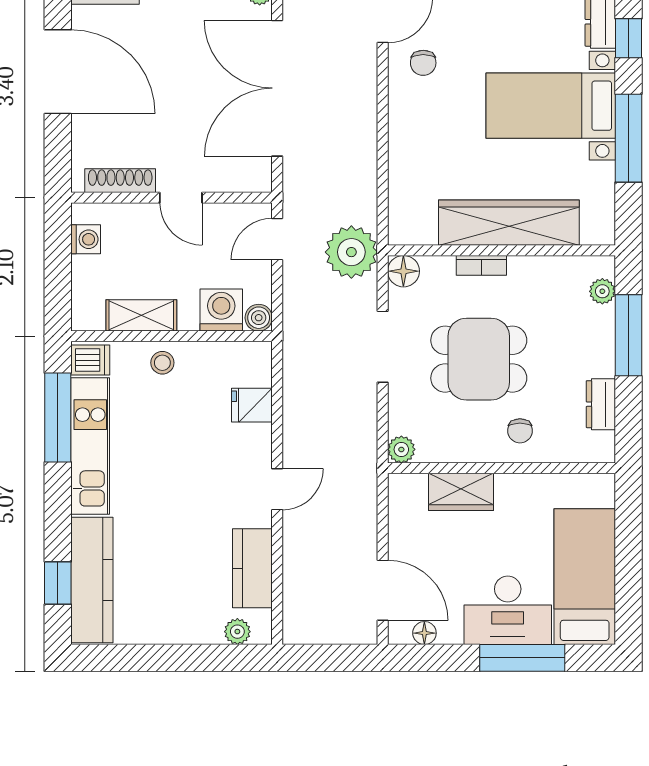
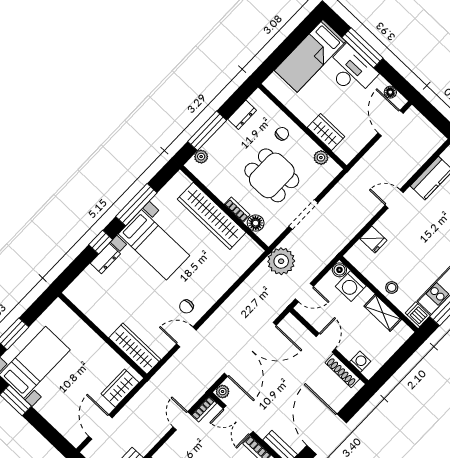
chair: (423, 63) -> (186, 306), turned 180
washing machine: (86, 239) -> (360, 362), moved, turned 90
floor lamp: (403, 271) -> (256, 223), moved
plant: (401, 449) -> (321, 158), moved

